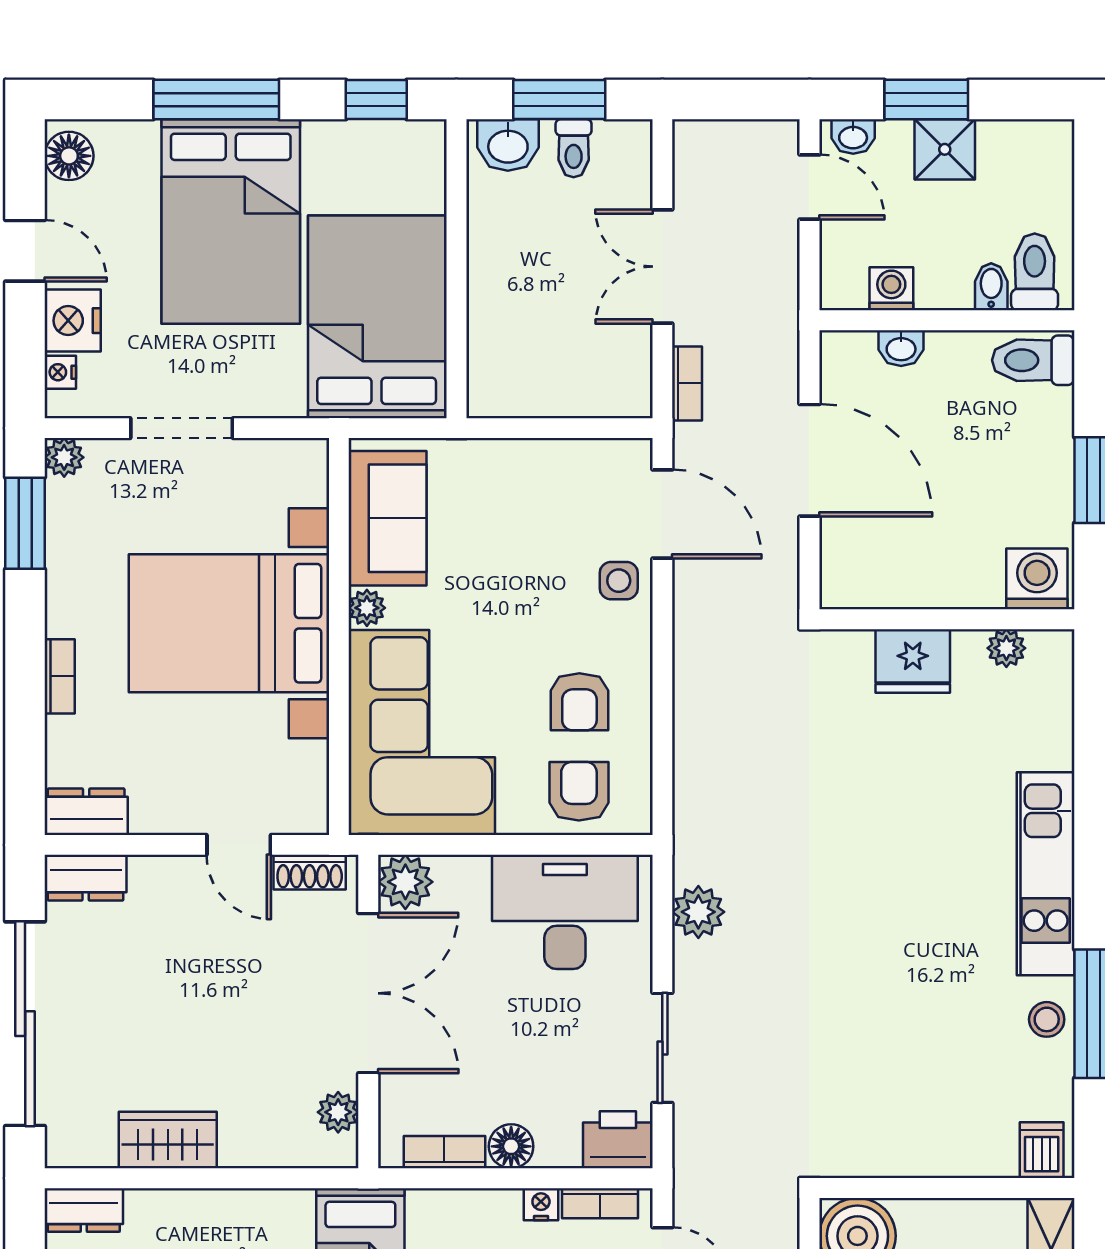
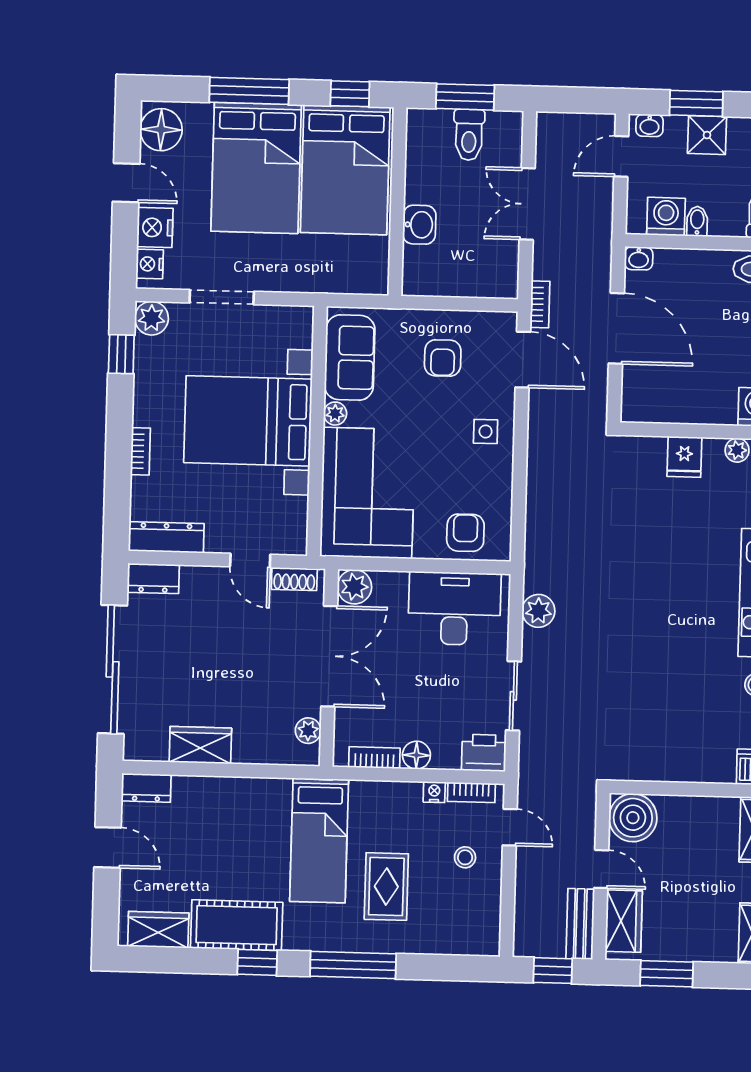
washbasin: (508, 145) -> (419, 225), moved, turned -90
toilet: (574, 148) -> (469, 135), width x1.37, depth x1.39
floor lamp: (69, 156) -> (161, 130), width x1.38, depth x1.38
door: (809, 187) -> (621, 156), swing flipped
bidet: (991, 287) -> (697, 221), moved
washing machine: (891, 289) -> (666, 217), width x1.38, depth x1.38
bed: (377, 317) -> (345, 170), moved, turned 180
washbasin: (901, 348) -> (639, 258), moved
nightstand: (60, 372) -> (150, 264), width x1.39, depth x1.35
bookcase: (687, 383) -> (540, 304), moved
plant: (64, 457) -> (152, 318), width x1.38, depth x1.38
window: (25, 523) -> (121, 354), width x0.67
side table: (619, 581) -> (486, 431), moved
fridge: (913, 661) -> (684, 457), width x0.72
armchair: (579, 702) -> (443, 358), moved
dresser: (86, 812) -> (166, 537), width x1.44

